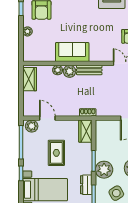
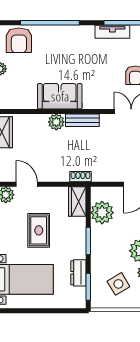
plant: (58, 70) -> (40, 120), removed
plant: (104, 170) -> (102, 213), moved

